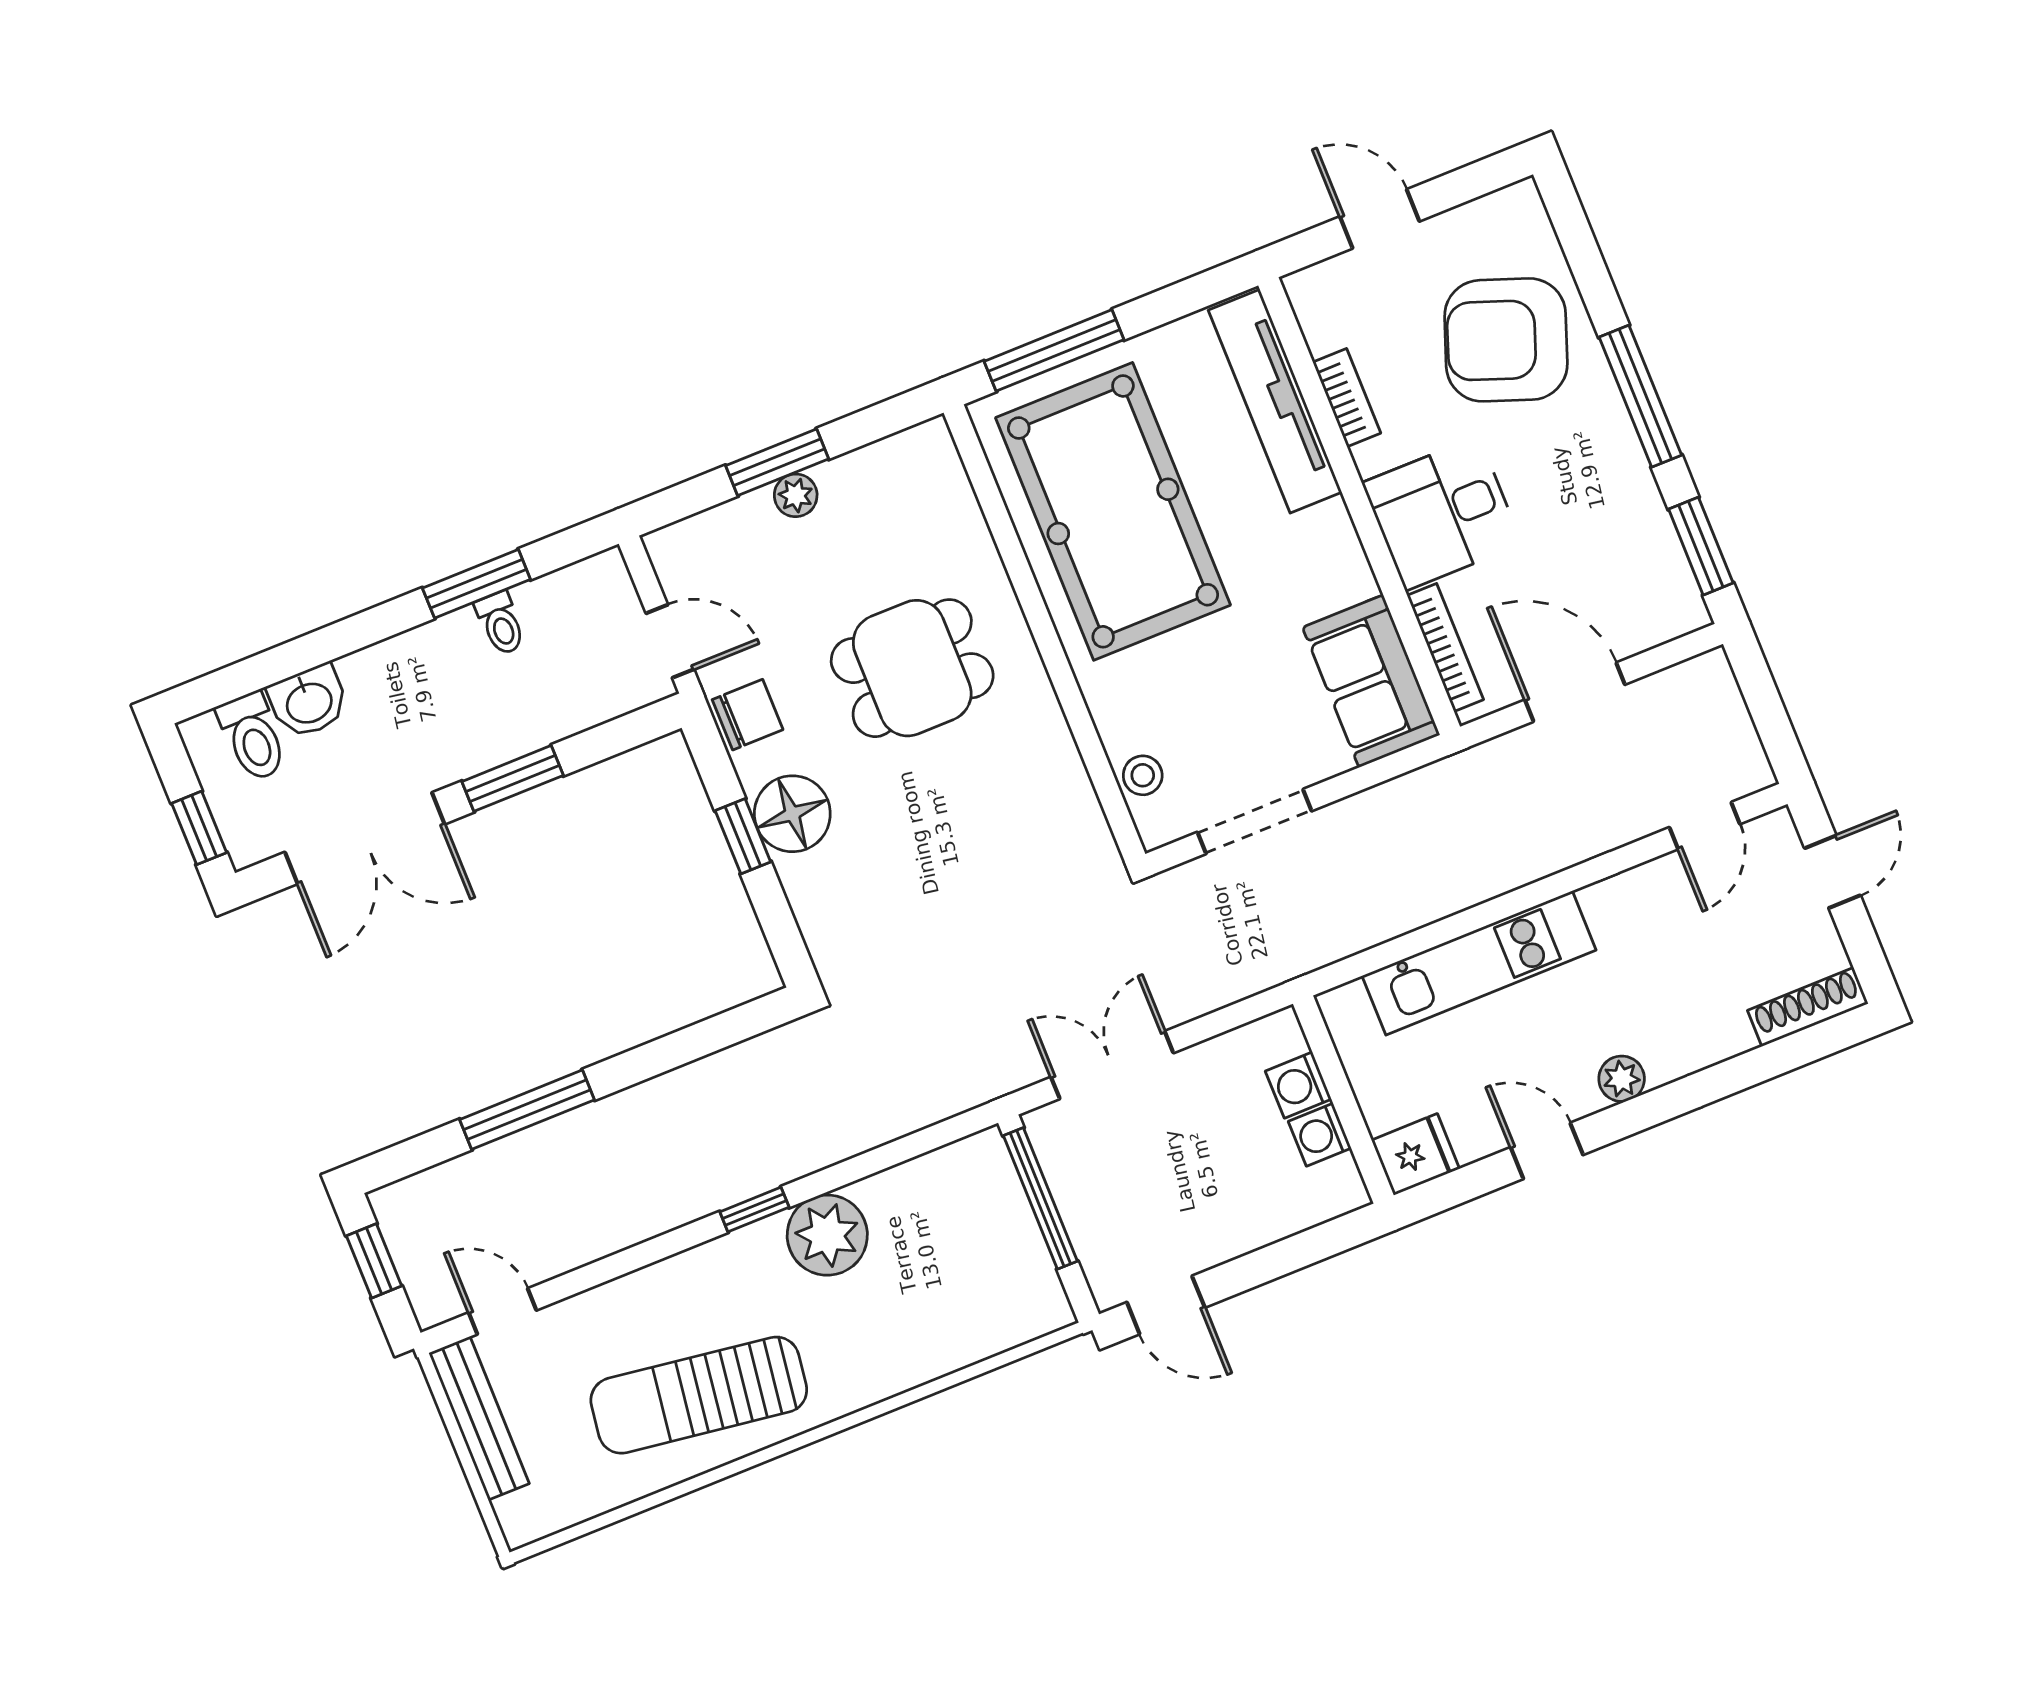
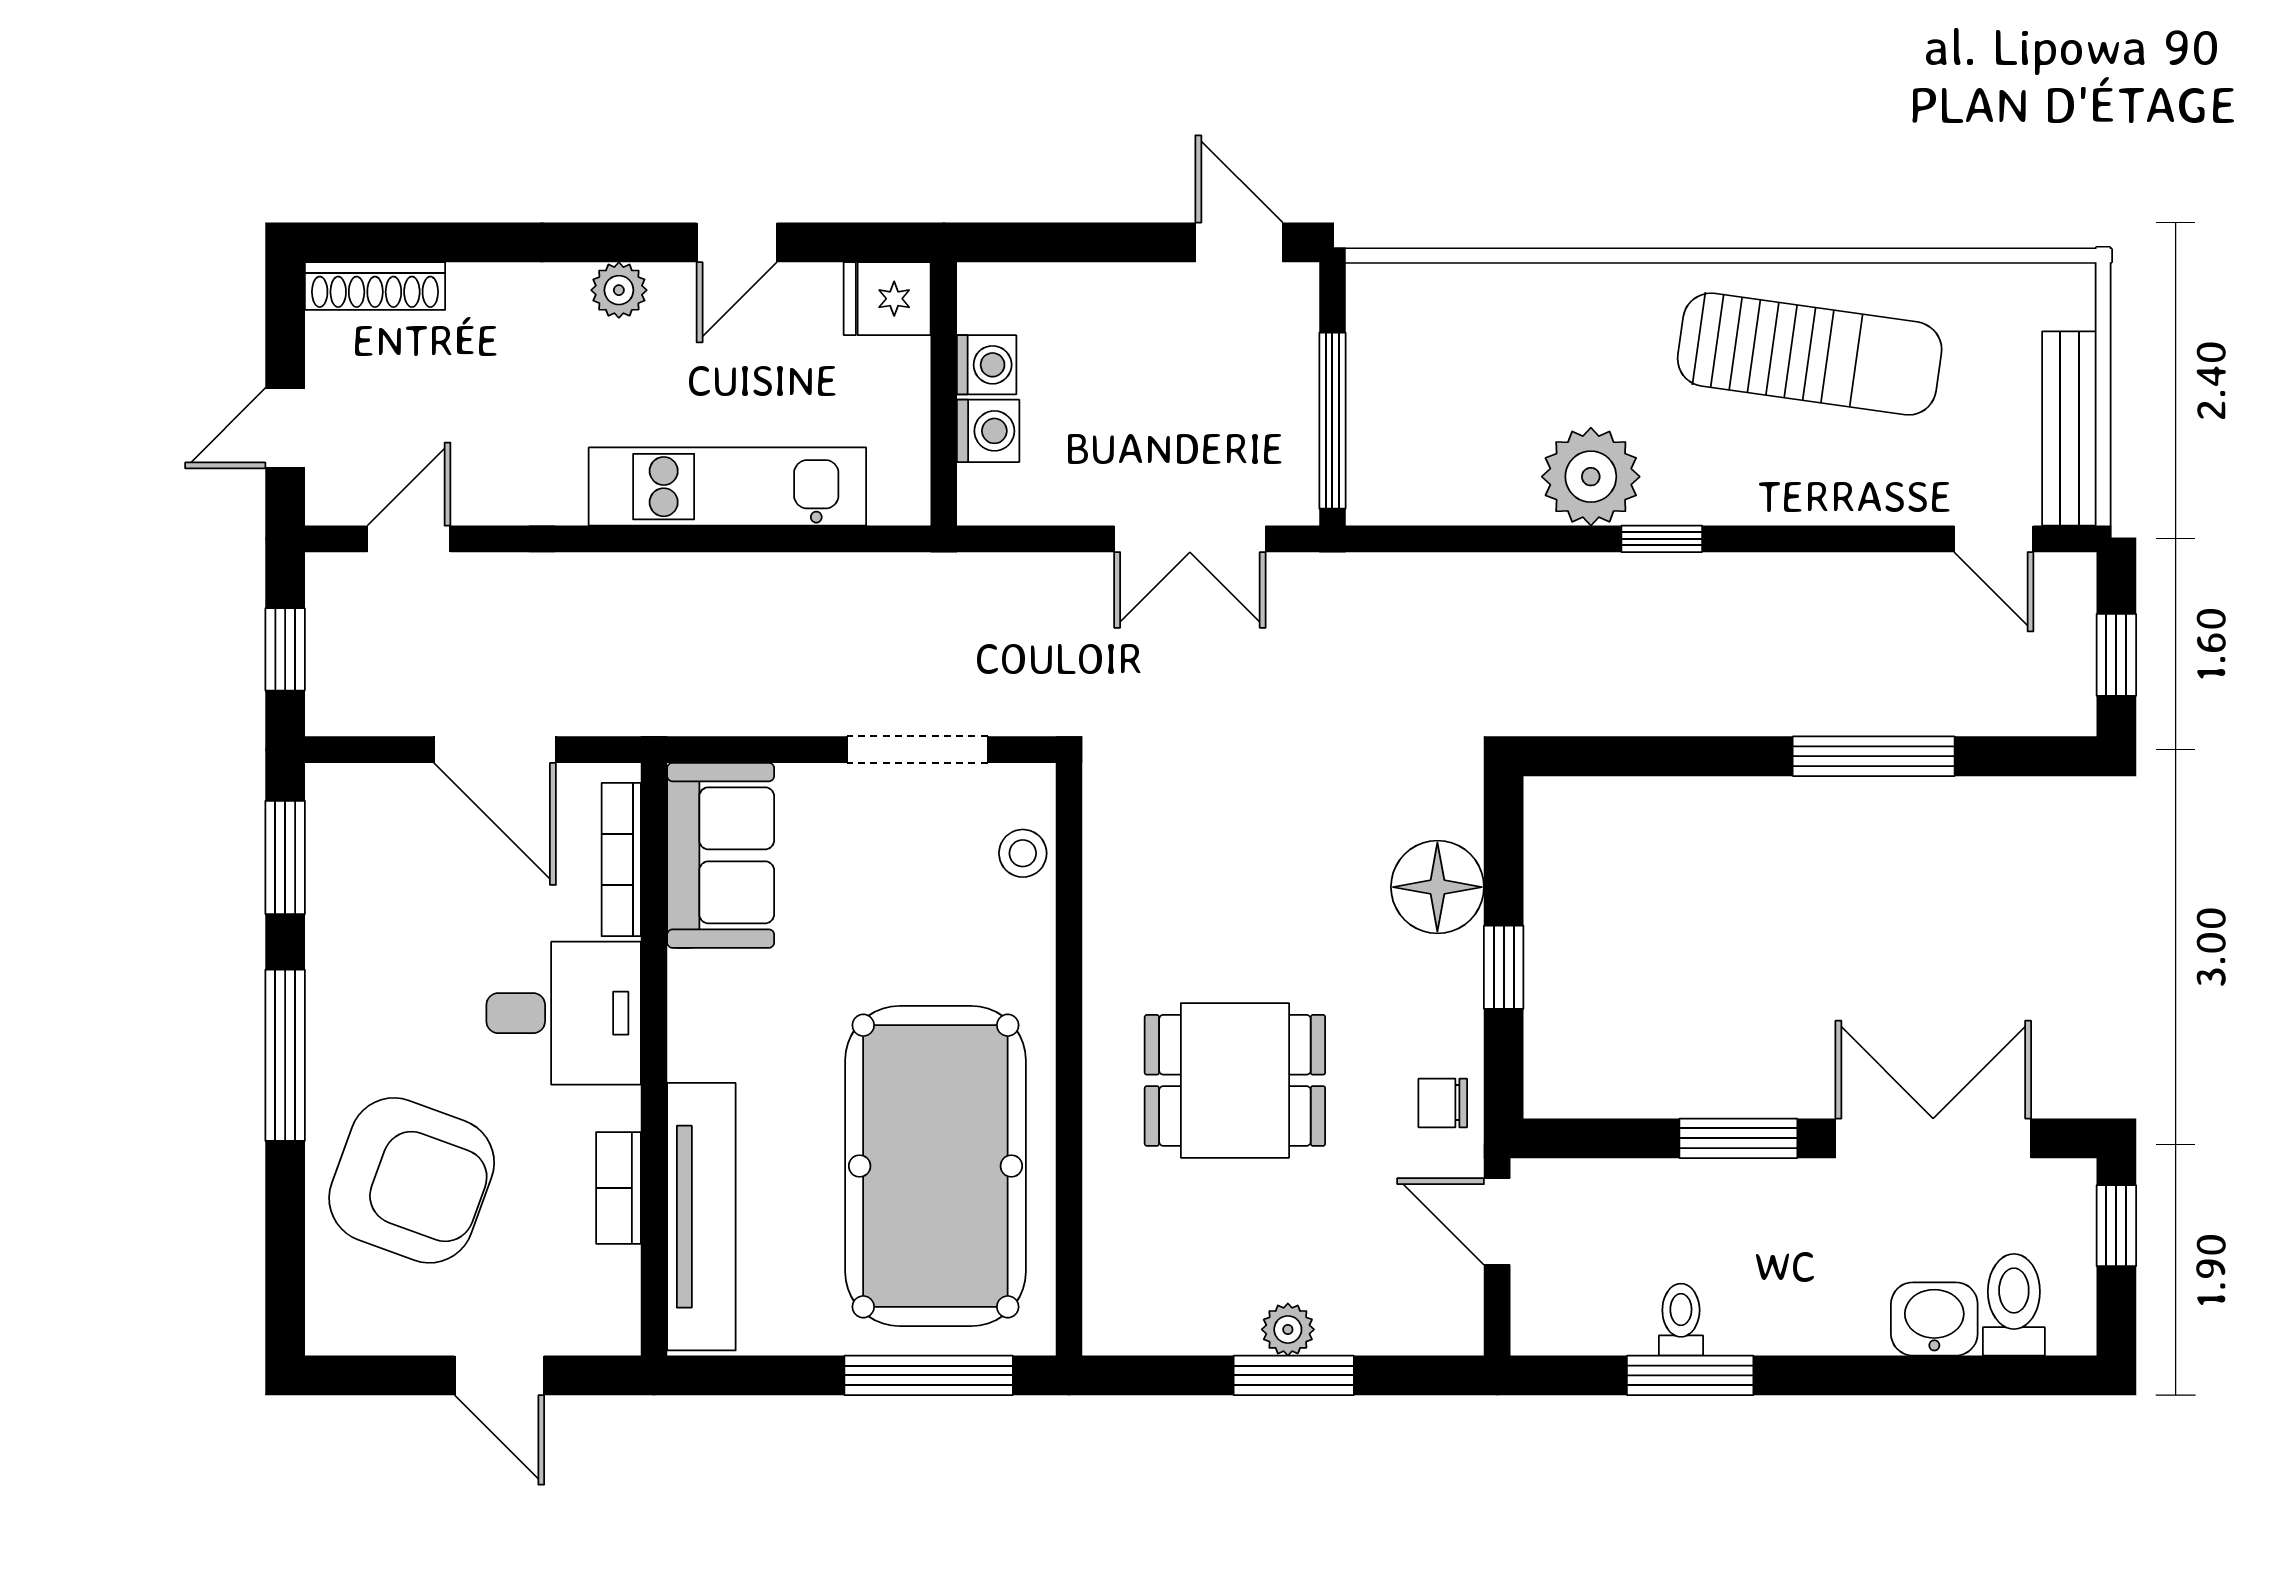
window: (1765, 704) -> (285, 649), added
chair: (748, 715) -> (1443, 1103), width x0.73, depth x0.73
floor lamp: (792, 814) -> (1437, 887), moved
door: (1547, 1151) -> (737, 242), hinge flipped

